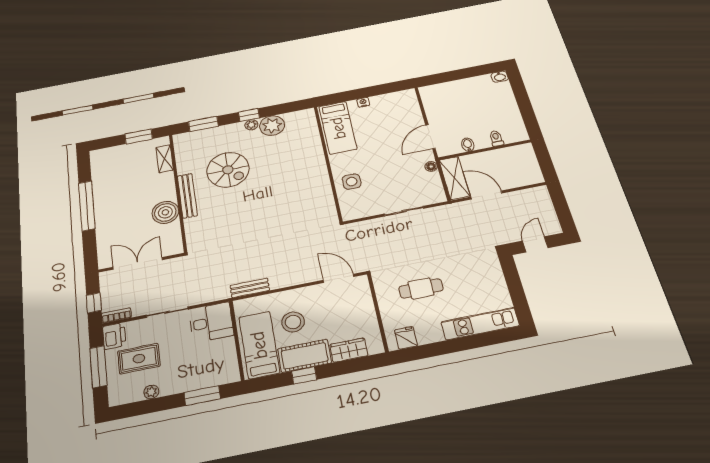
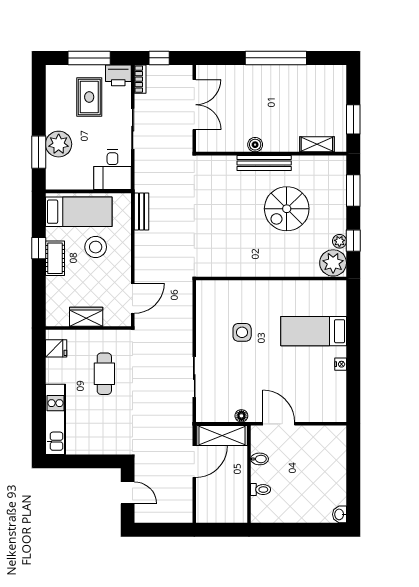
wall: (328, 163) -> (271, 278), moved
boiler: (165, 212) -> (255, 145), width x0.54, depth x0.54
wardrobe: (349, 350) -> (86, 317), moved, turned -90
cot: (304, 356) -> (55, 258), width x0.73, depth x0.75
plant: (151, 392) -> (59, 144), moved, width x1.88, depth x1.88

